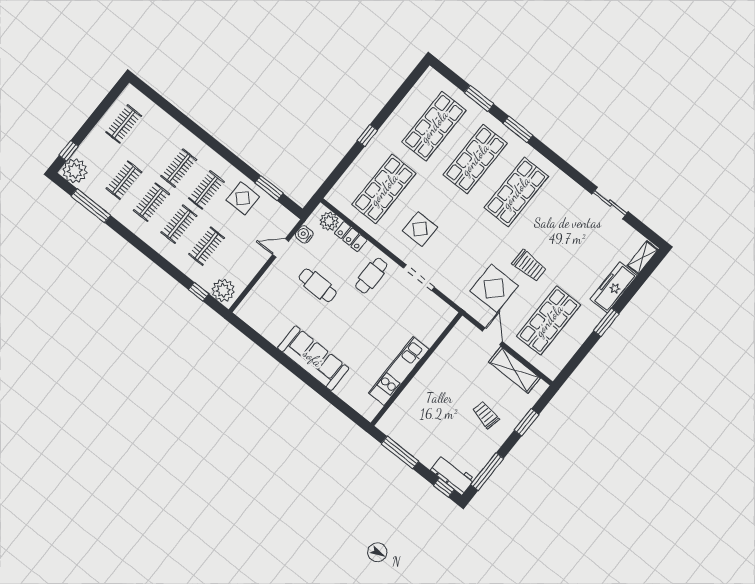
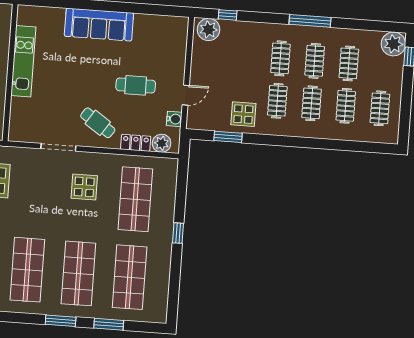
window: (91, 206) -> (310, 21), moved
clothes rail: (207, 246) -> (346, 106), moved
cafe table: (371, 276) -> (98, 123), turned -56

